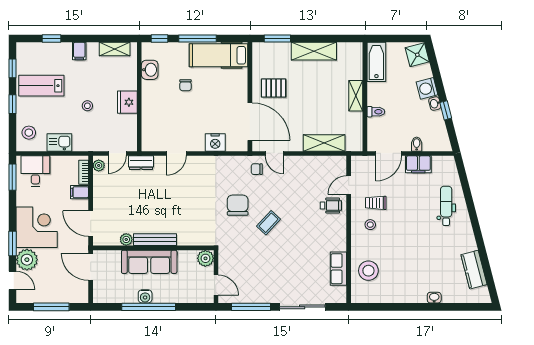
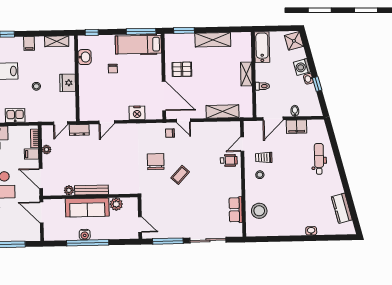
window: (197, 38) -> (141, 31), moved
plant: (99, 165) -> (47, 150), moved
plant: (205, 258) -> (116, 204), moved

